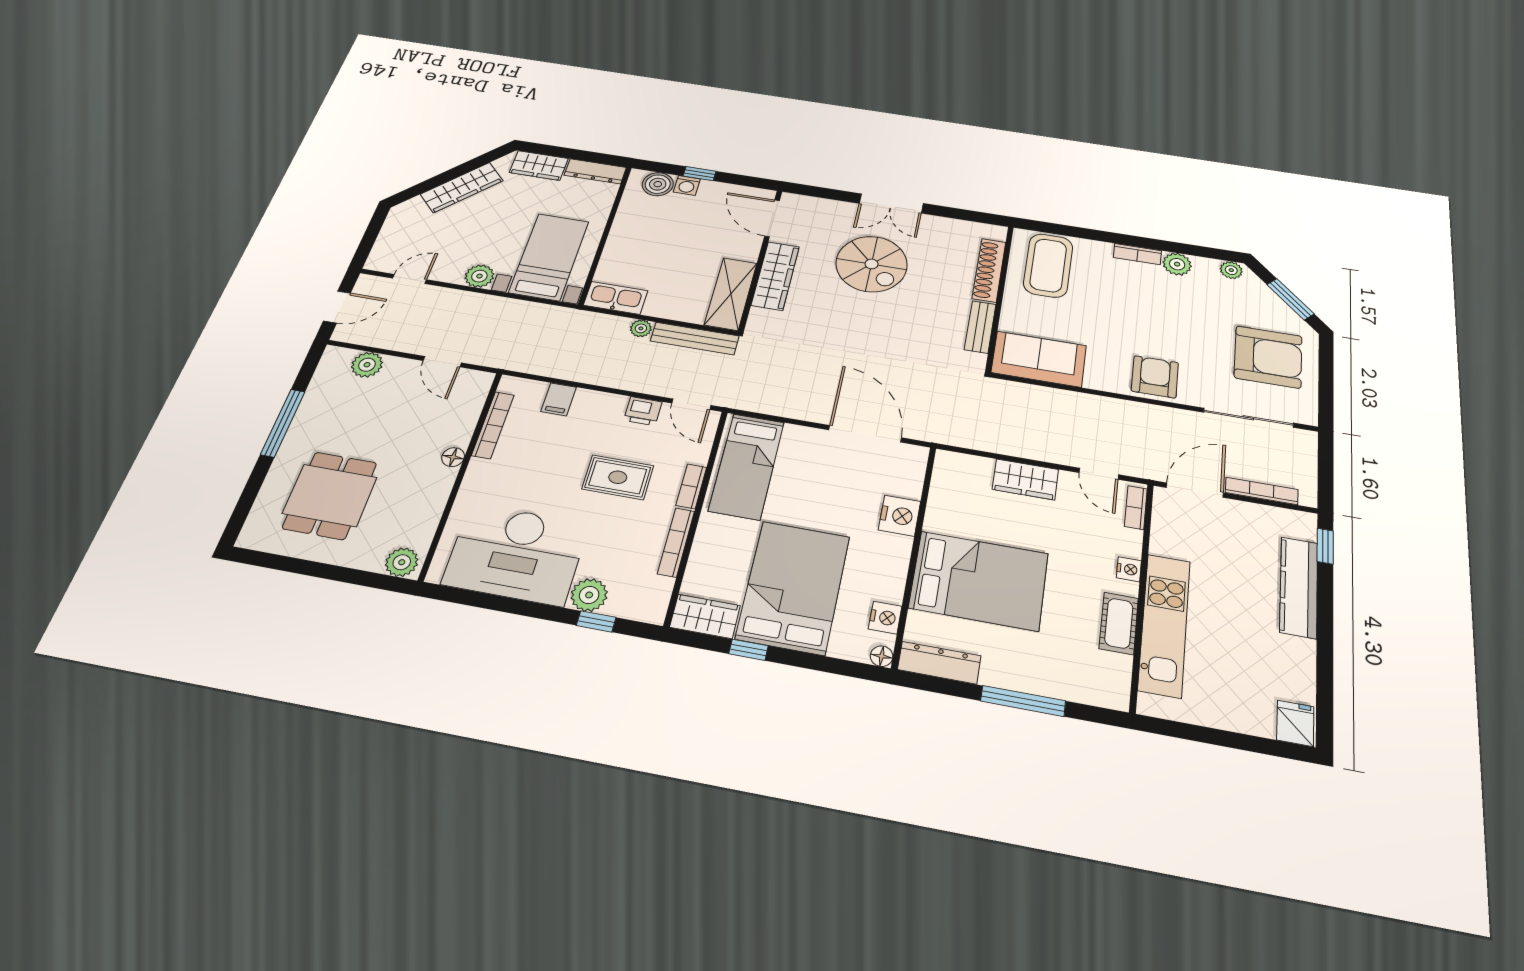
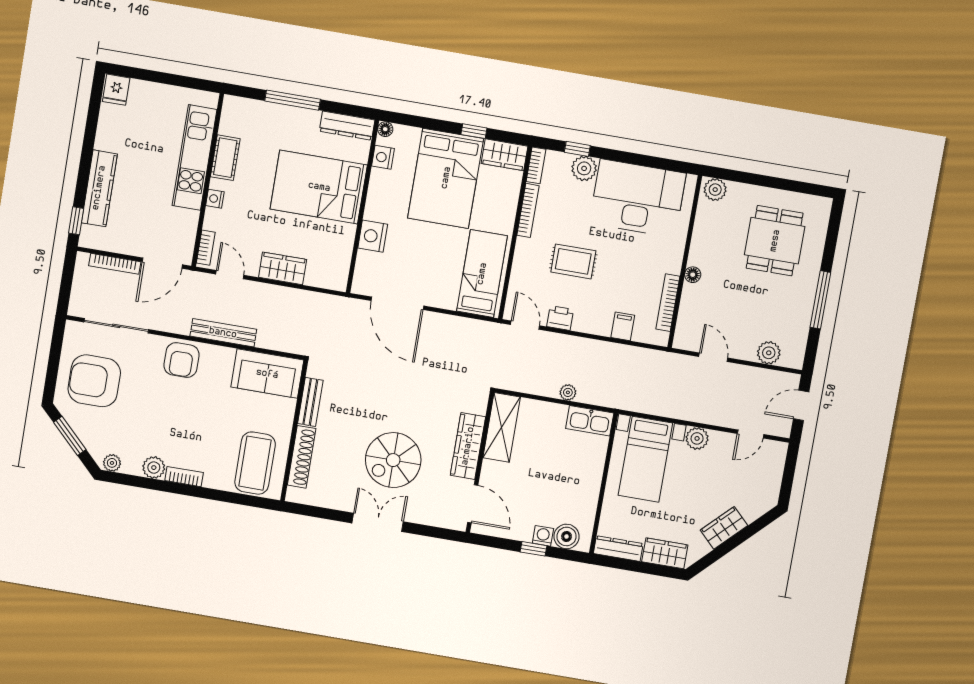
wardrobe: (462, 187) -> (724, 528), width x0.67
spiral stairs: (872, 264) -> (393, 460), turned -90
bench: (695, 338) -> (223, 333), moved
bookcase: (691, 486) -> (536, 165), moved

